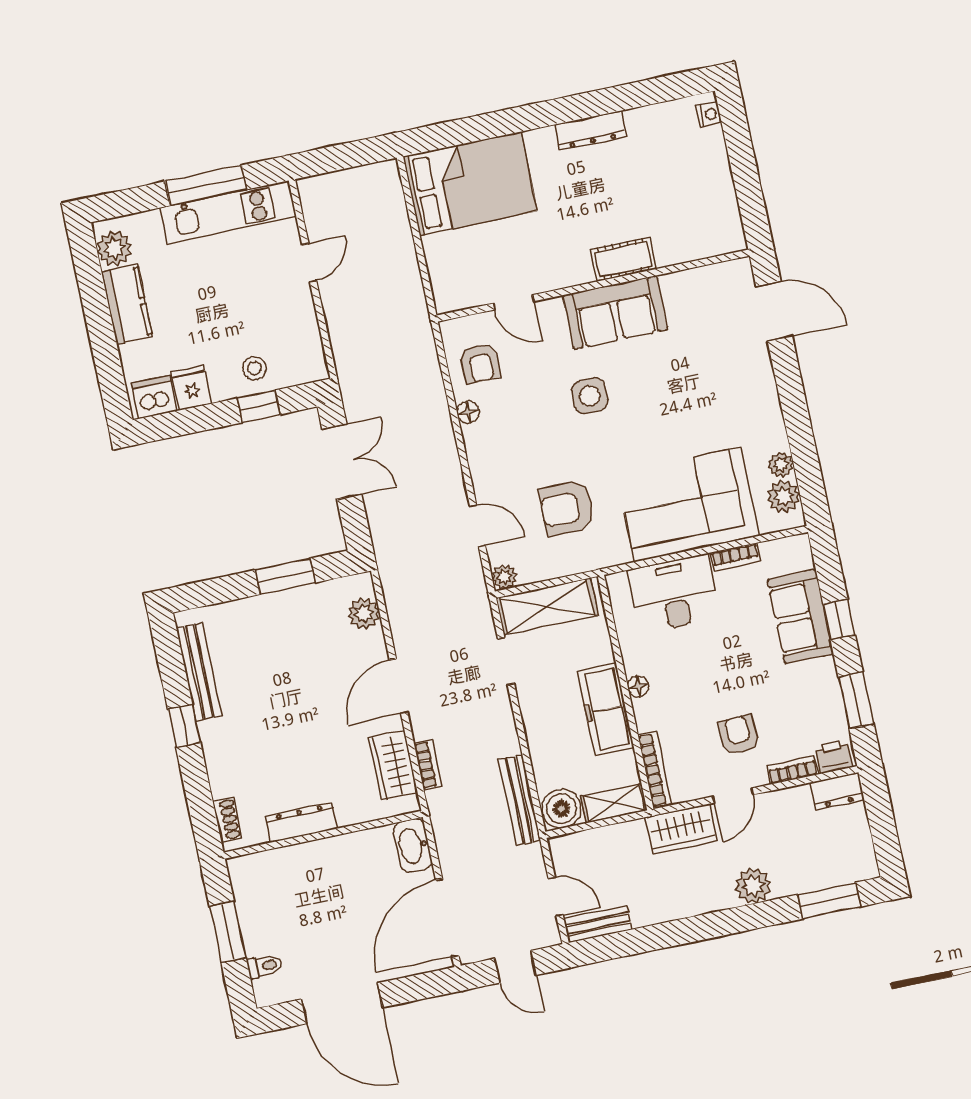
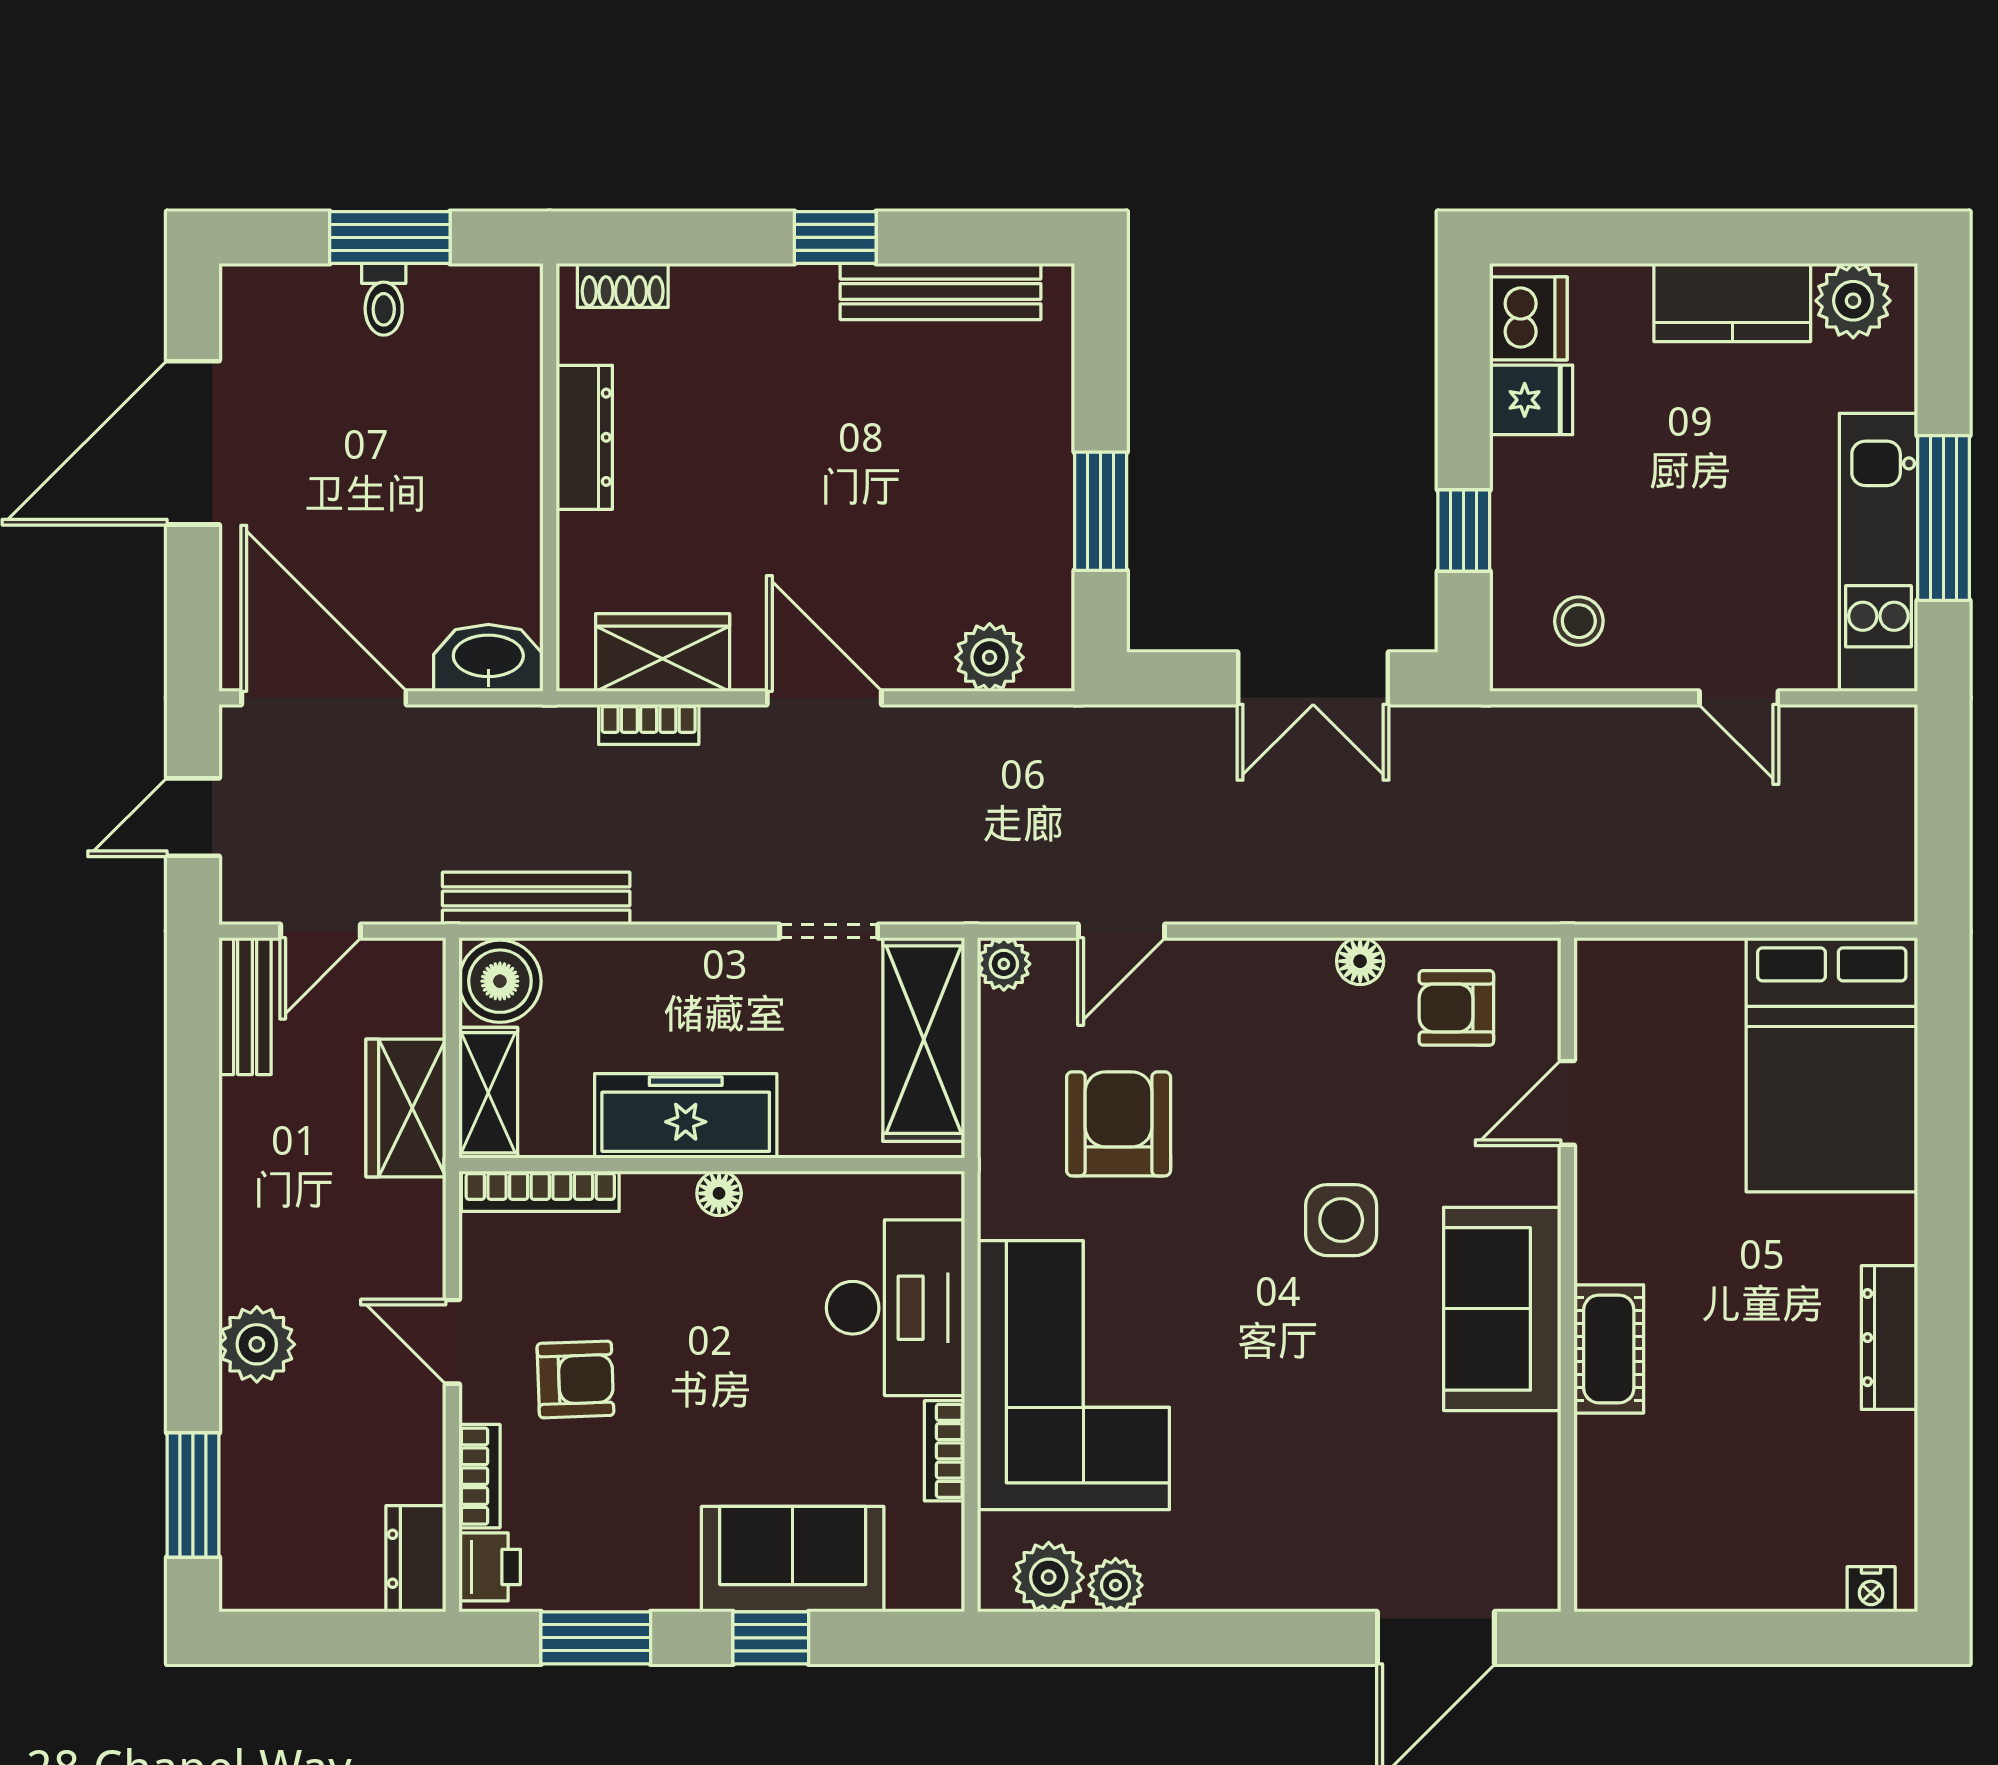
stool: (254, 368) -> (1579, 621), moved
wardrobe: (681, 829) -> (406, 1108), moved
toilet: (265, 966) -> (384, 299), moved

